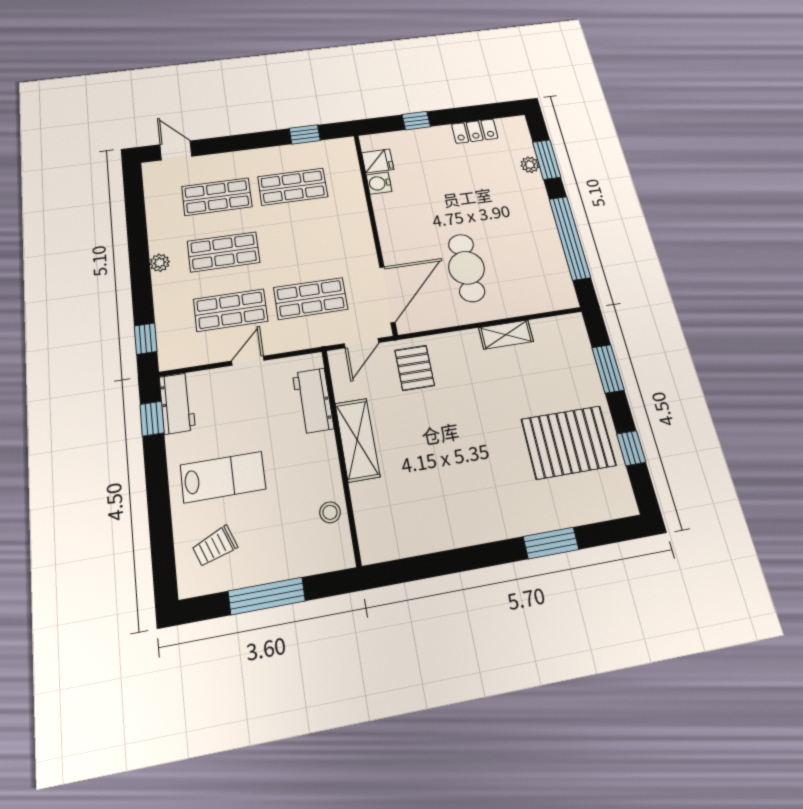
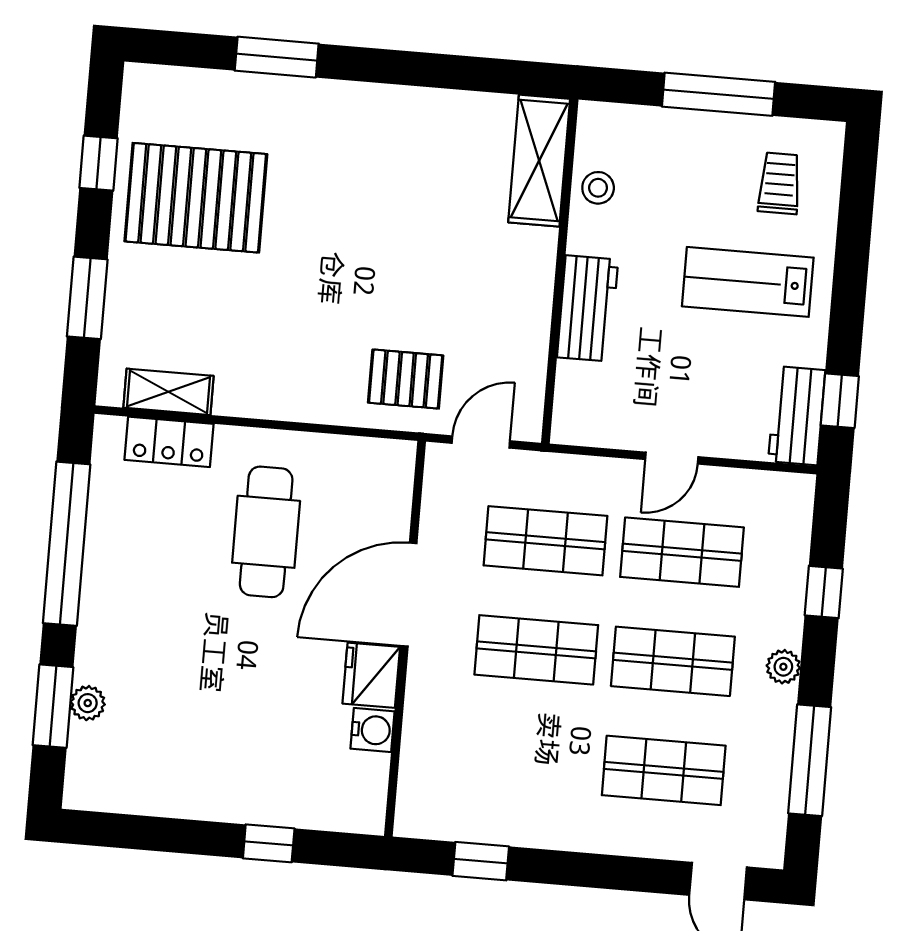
locker: (475, 131) -> (169, 442), moved, turned 180
fridge: (378, 161) -> (371, 675), moved, width x1.38
shop shelf: (293, 187) -> (536, 650), moved
window: (136, 219) -> (810, 760), added
door: (387, 295) -> (409, 595), moved
shelving: (506, 335) -> (168, 392), moved
window: (146, 339) -> (824, 592), moved
pallet: (415, 368) -> (406, 379), turned 90
workbench: (313, 401) -> (588, 308), moved
shelving: (357, 440) -> (539, 161), moved
trolley: (215, 546) -> (780, 183), turned -69

